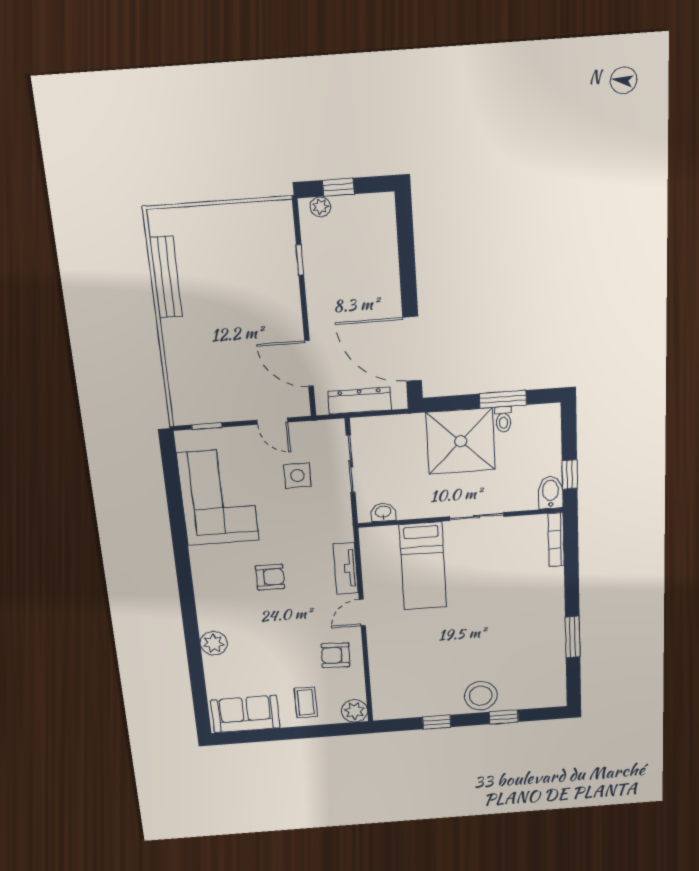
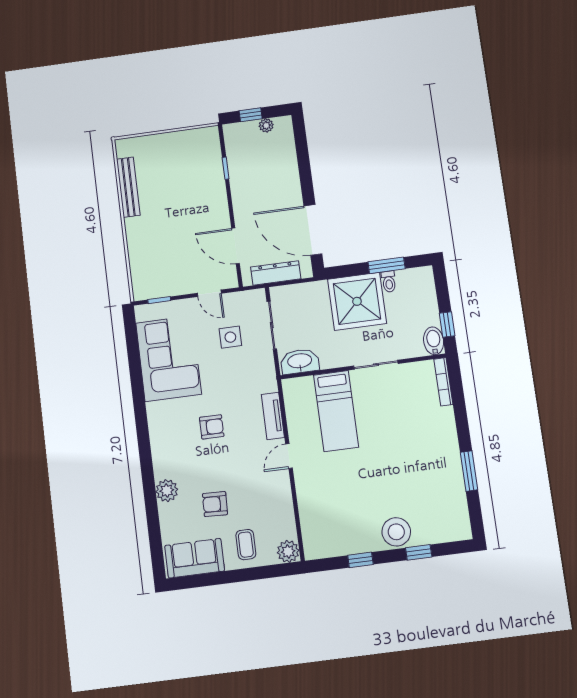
plant: (320, 207) -> (266, 125), moved
washbasin: (383, 512) -> (300, 361), width x1.91, depth x1.45
armchair: (336, 655) -> (215, 504), moved

